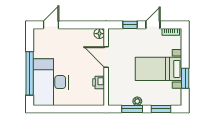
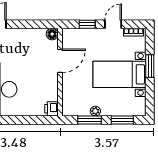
door: (106, 57) -> (60, 61), swing flipped
window: (185, 78) -> (150, 66), moved
printer: (99, 82) -> (51, 109), moved

